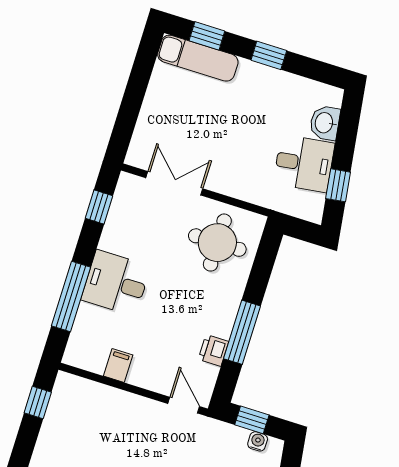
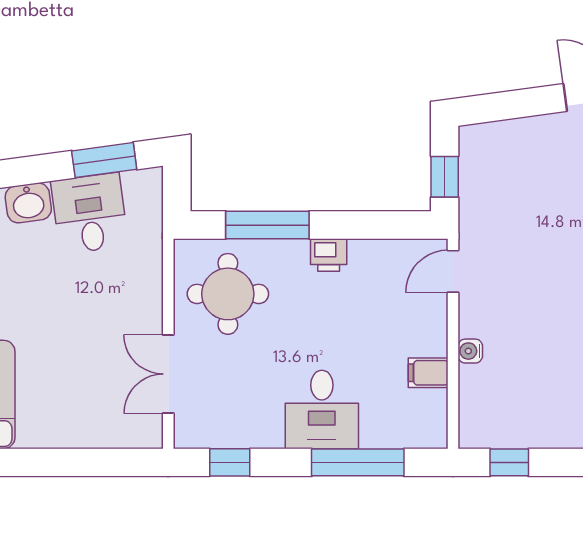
window: (338, 185) -> (104, 160), width x1.50
window: (242, 332) -> (267, 225), moved
printer: (213, 350) -> (329, 255), moved
water cooler: (258, 441) -> (470, 351), moved

